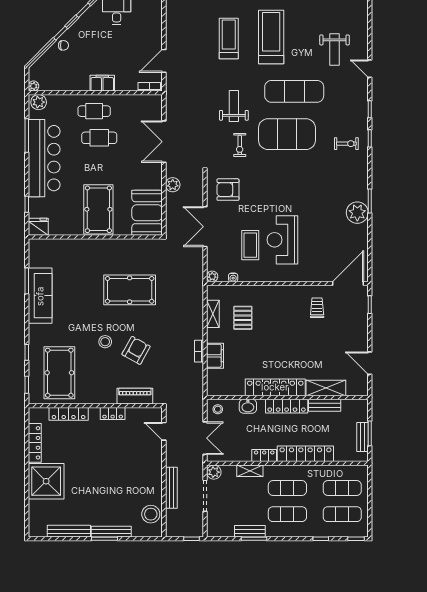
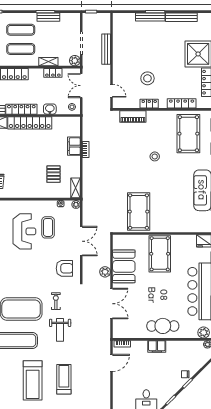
treadmill: (229, 39) -> (64, 379), turned 180
cafe table: (94, 111) -> (163, 326), width x1.37, depth x1.35
cafe table: (99, 138) -> (159, 306), removed
booth: (147, 213) -> (124, 266), moved
pool table: (130, 290) -> (139, 212), moved, turned 90
shelving: (213, 314) -> (76, 188), moved
armchair: (136, 350) -> (132, 150), removed
locker: (264, 456) -> (53, 73), moved
stool: (151, 514) -> (147, 78), moved

